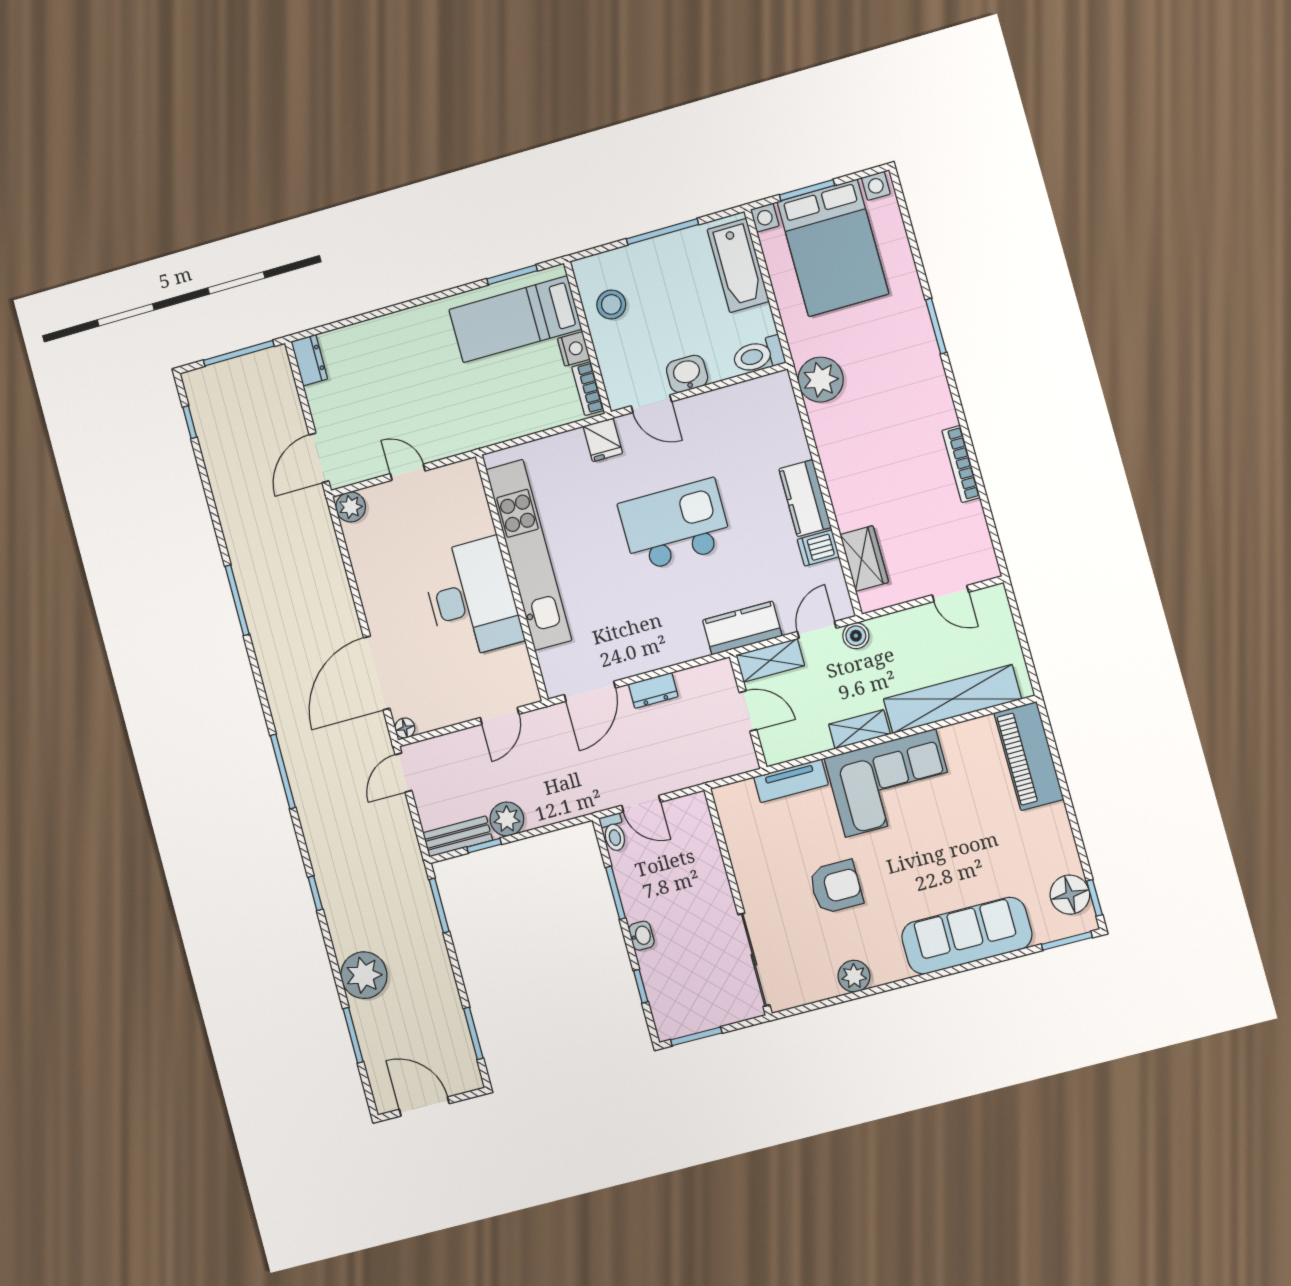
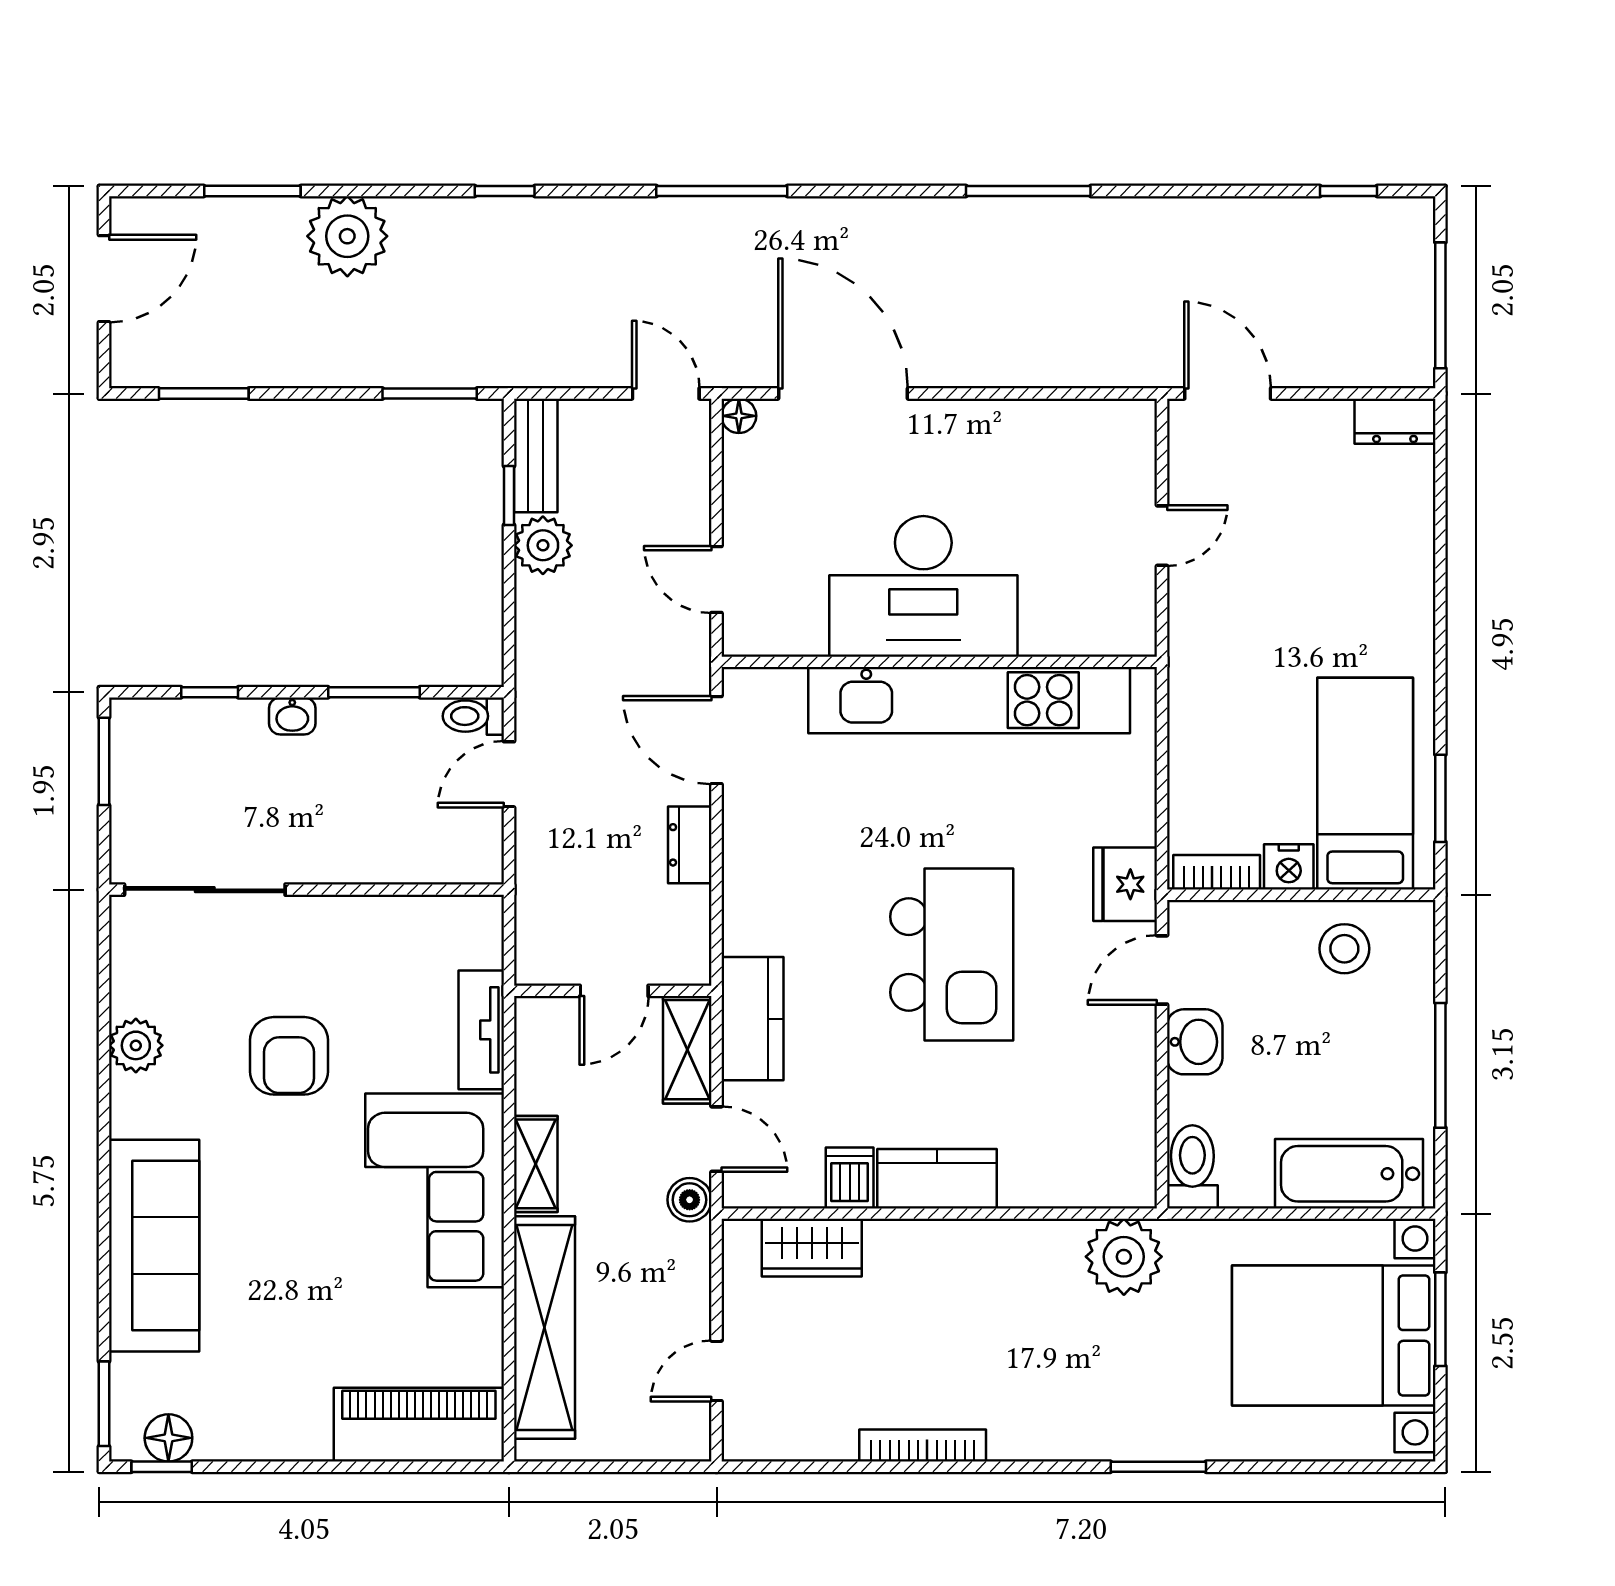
fridge: (603, 440) -> (1125, 884), width x1.38
plant: (351, 507) -> (1131, 425), removed
floor lamp: (1070, 895) -> (168, 1438), width x0.73, depth x0.73

